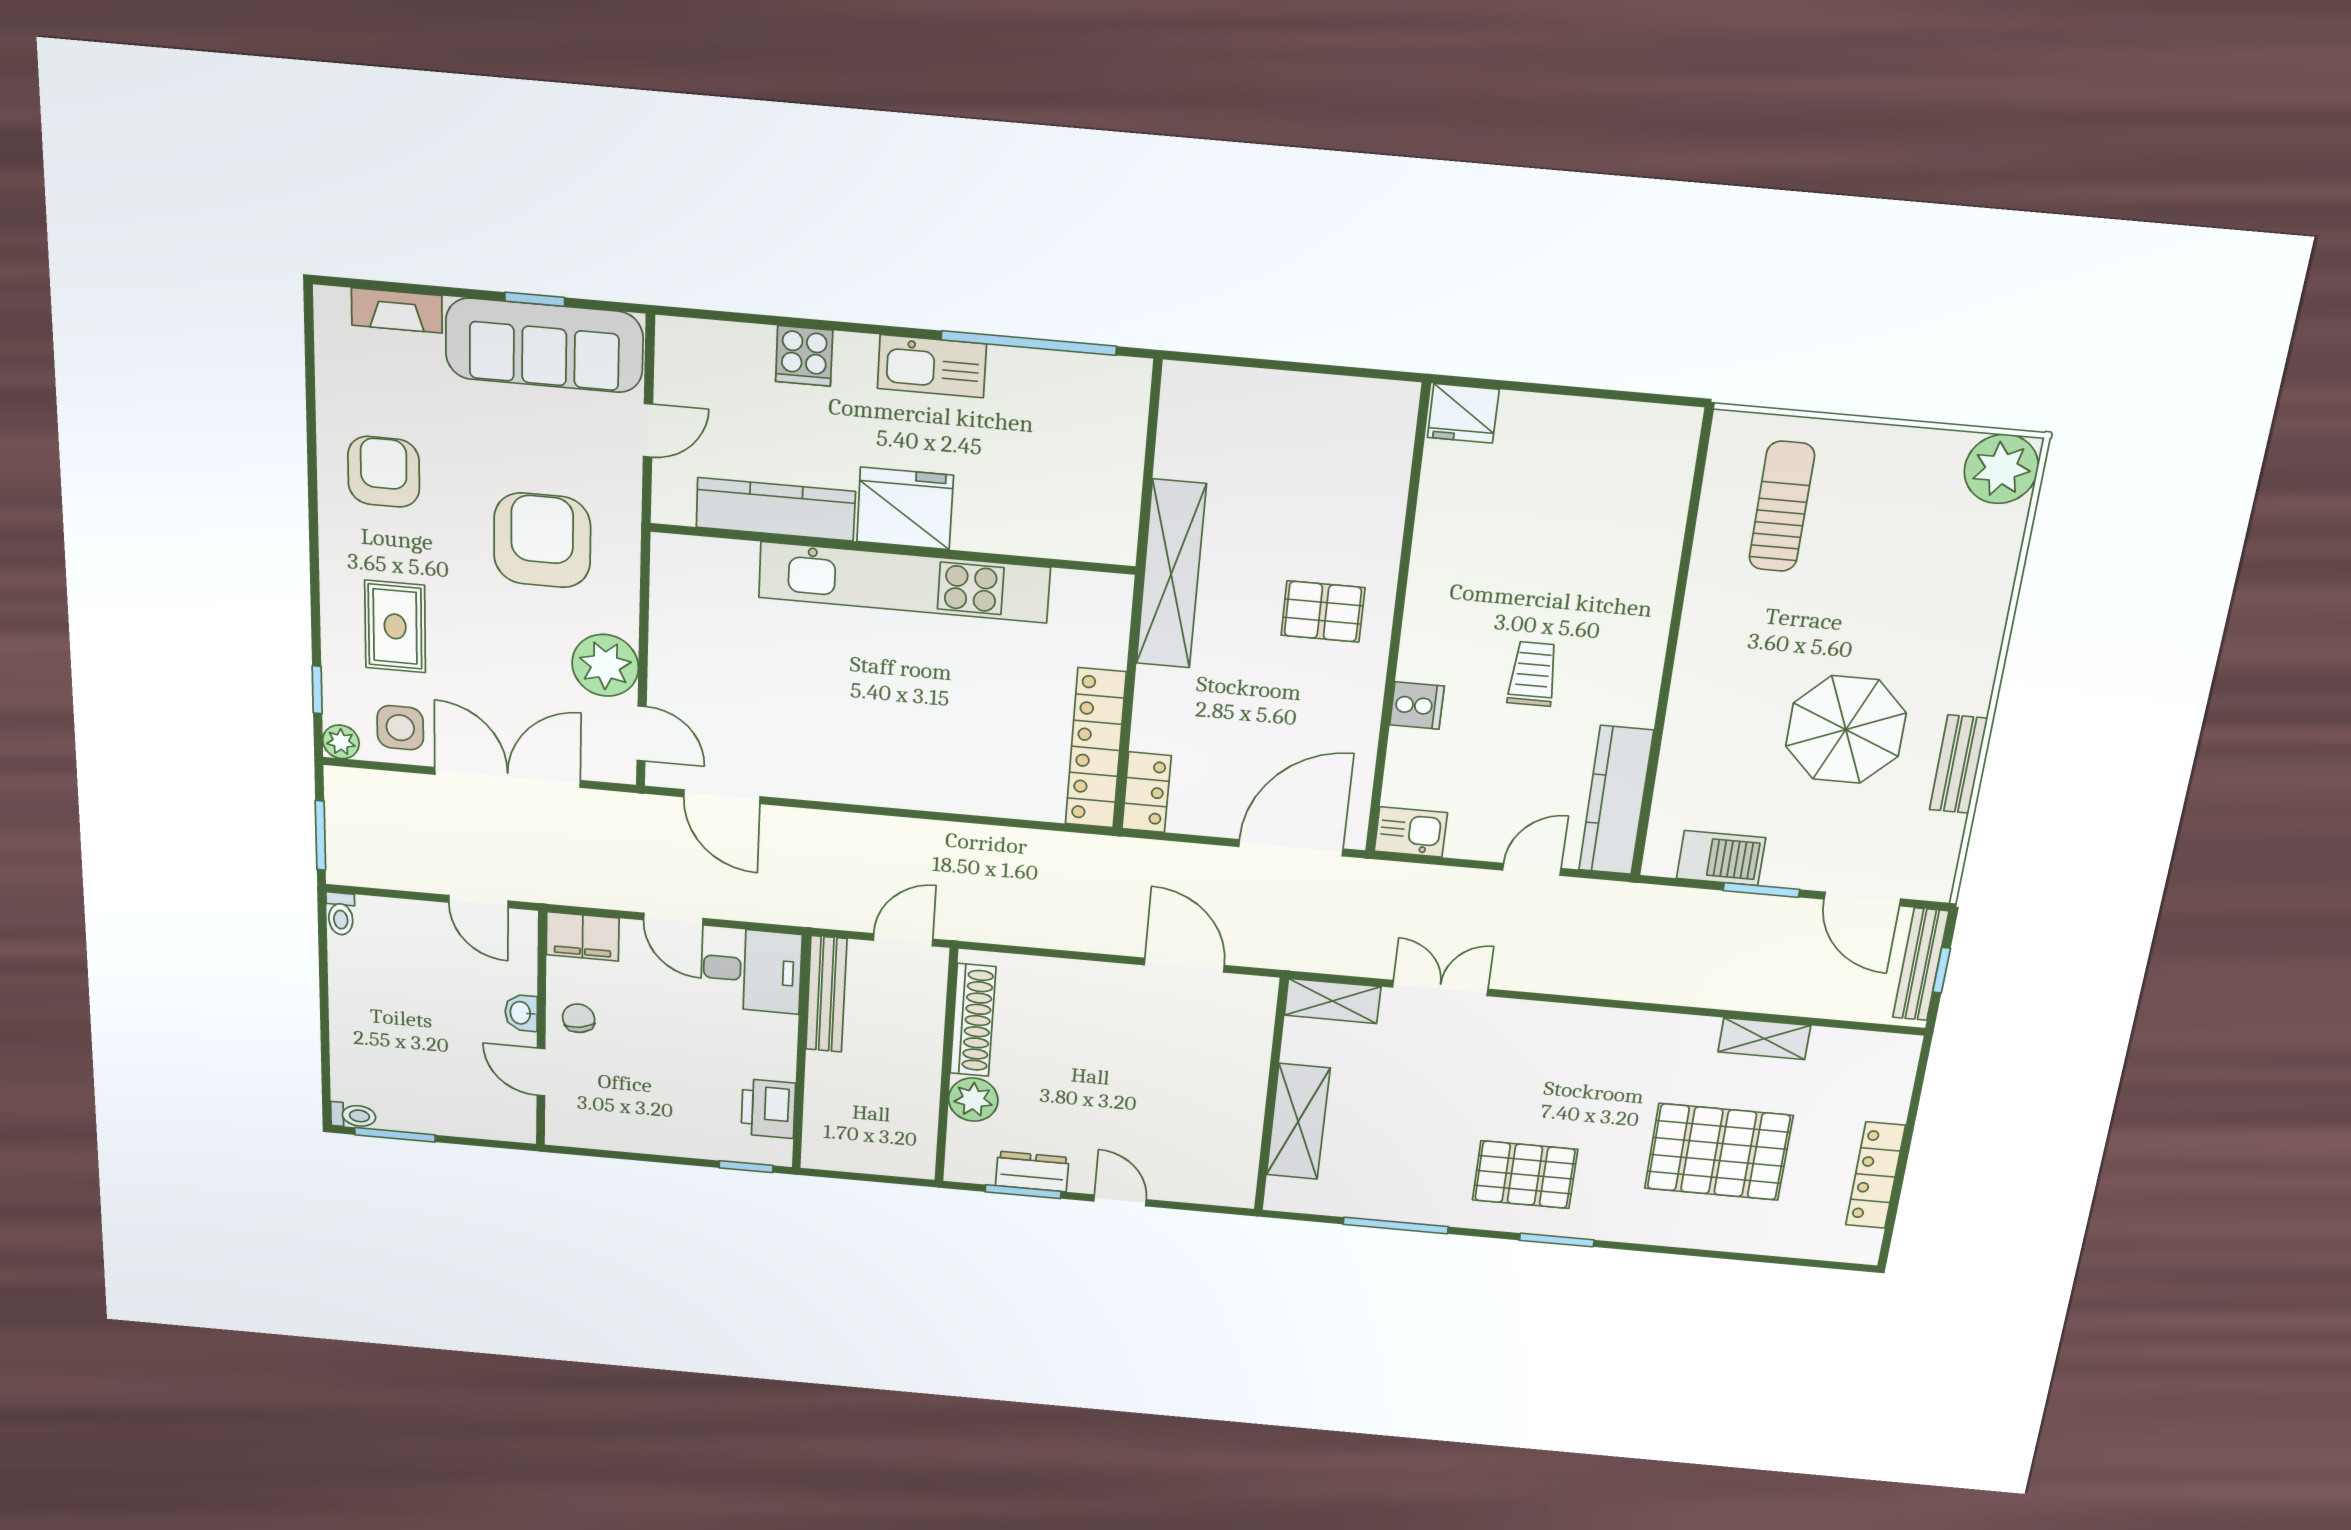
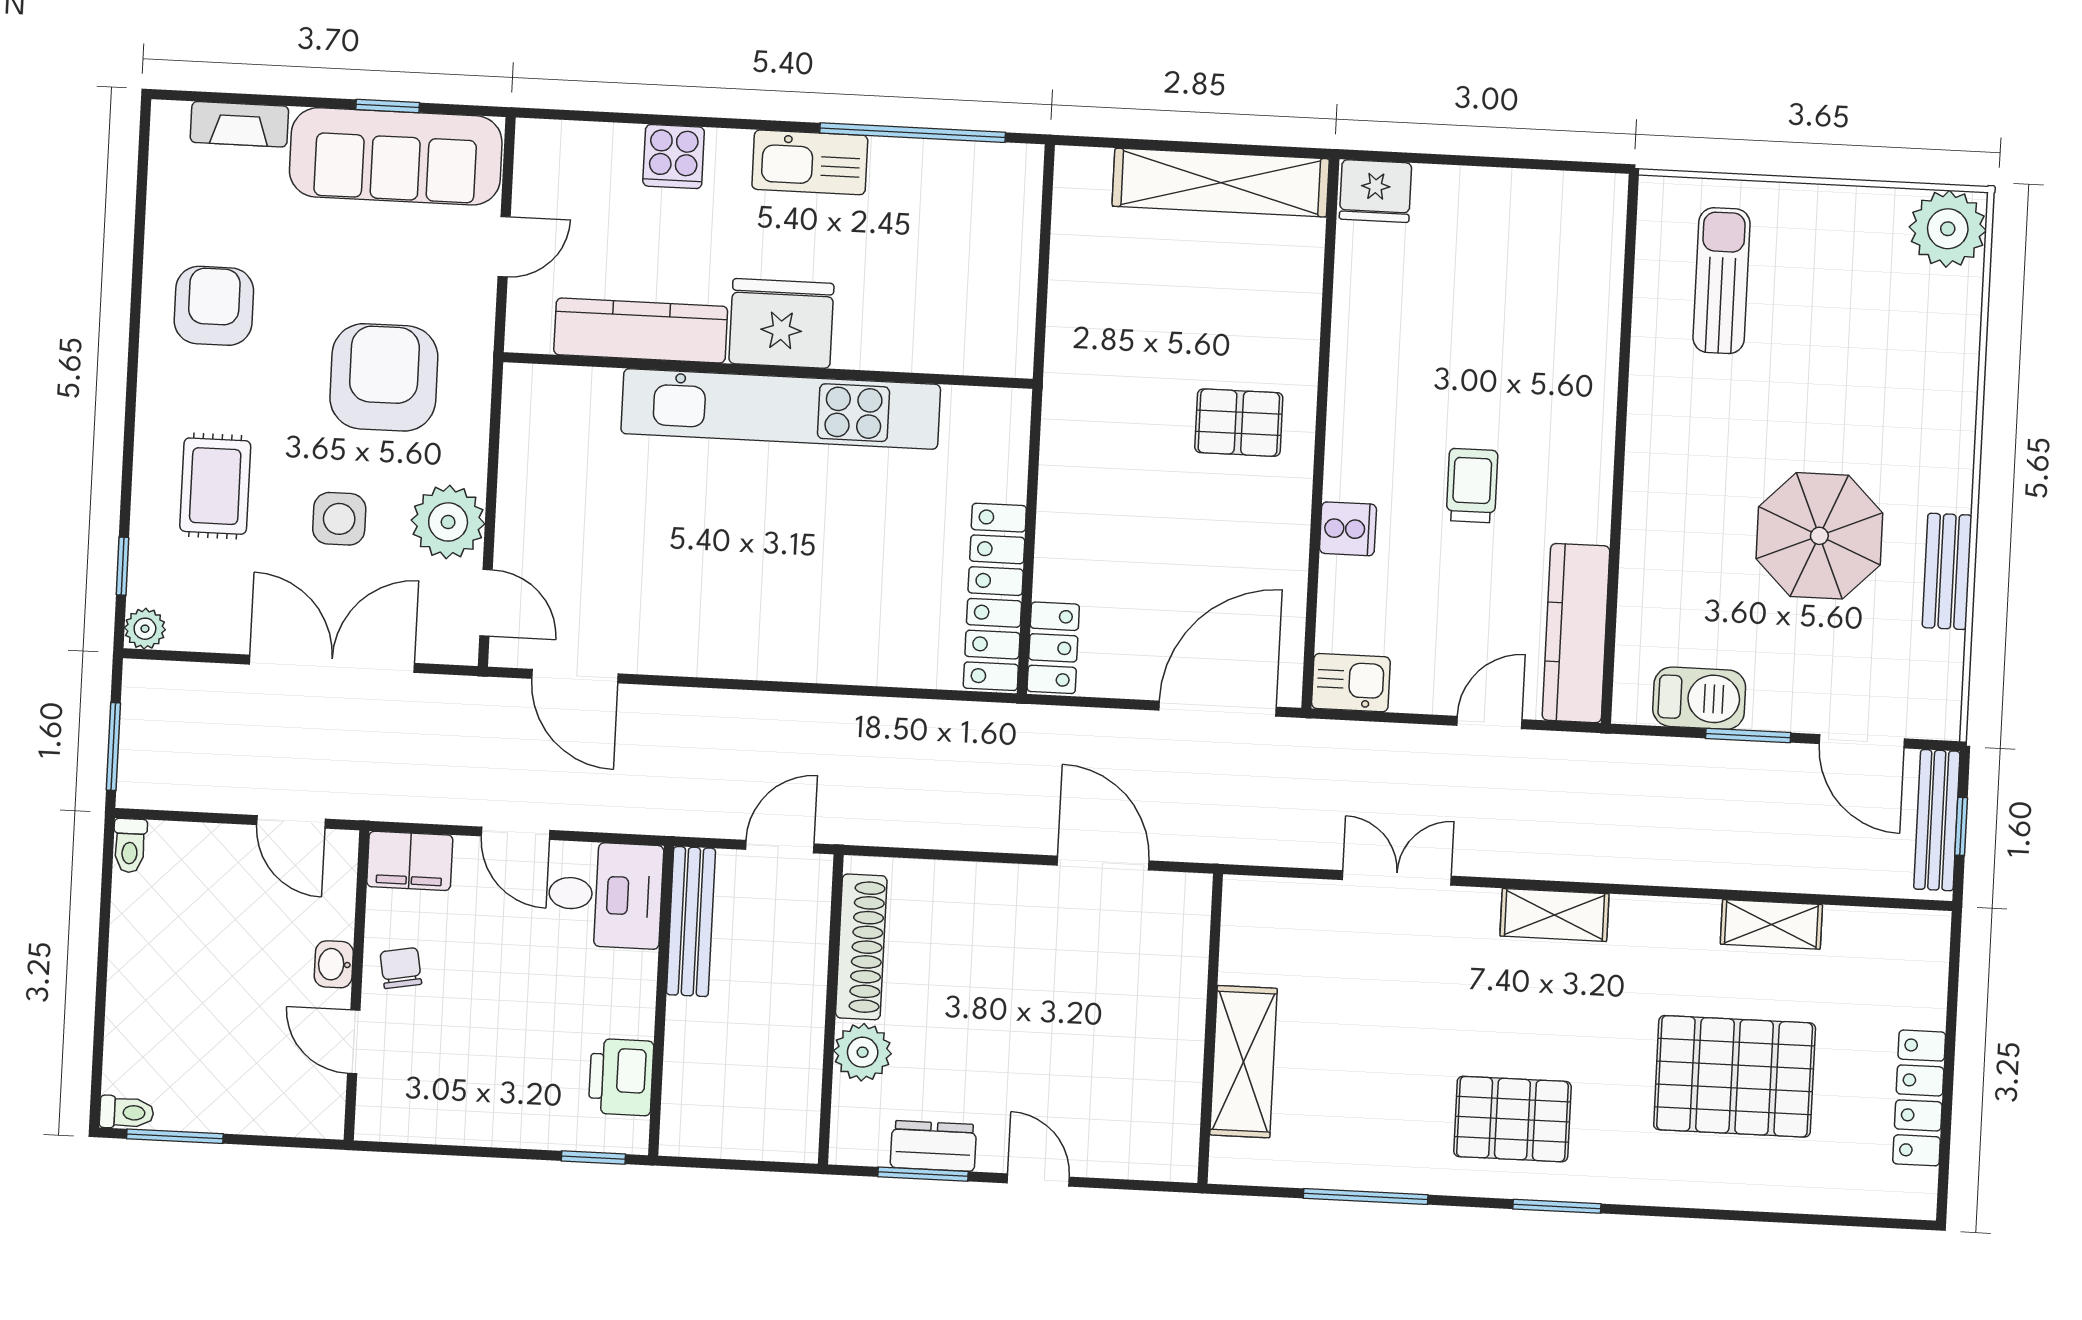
shelving: (1171, 574) -> (1221, 183), moved, turned 90
side table: (400, 728) -> (339, 519), moved
shelving: (1333, 1001) -> (1554, 915), moved

